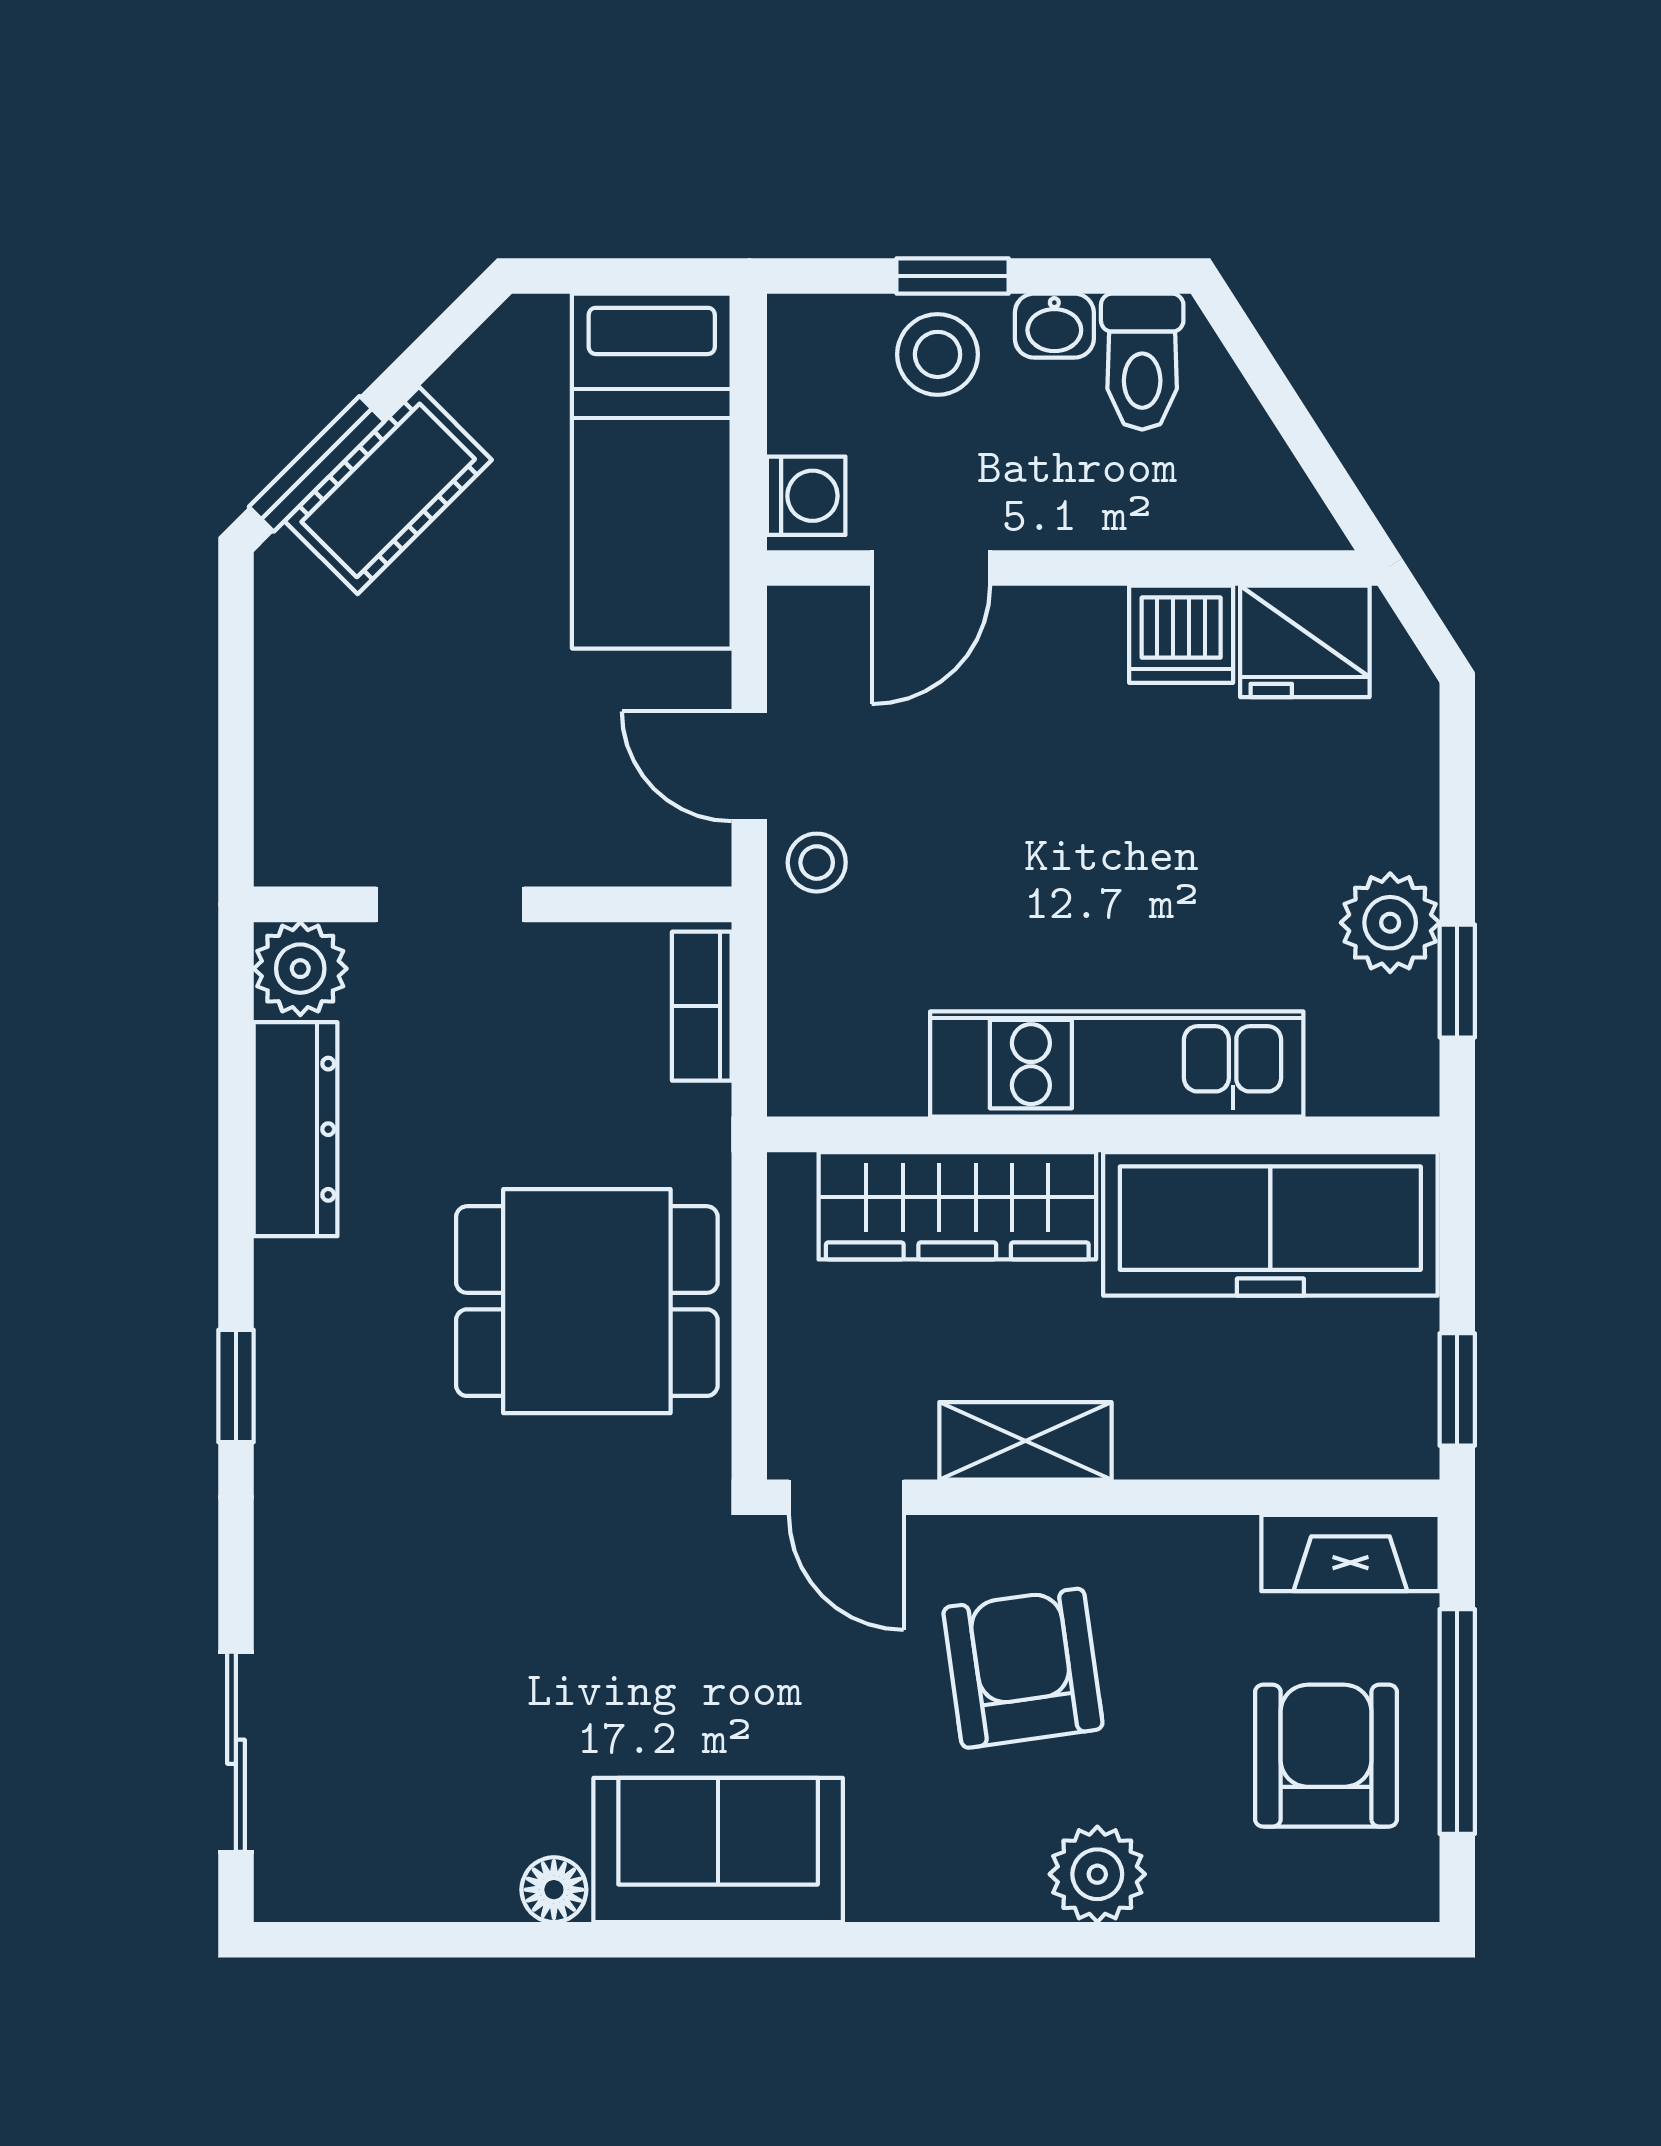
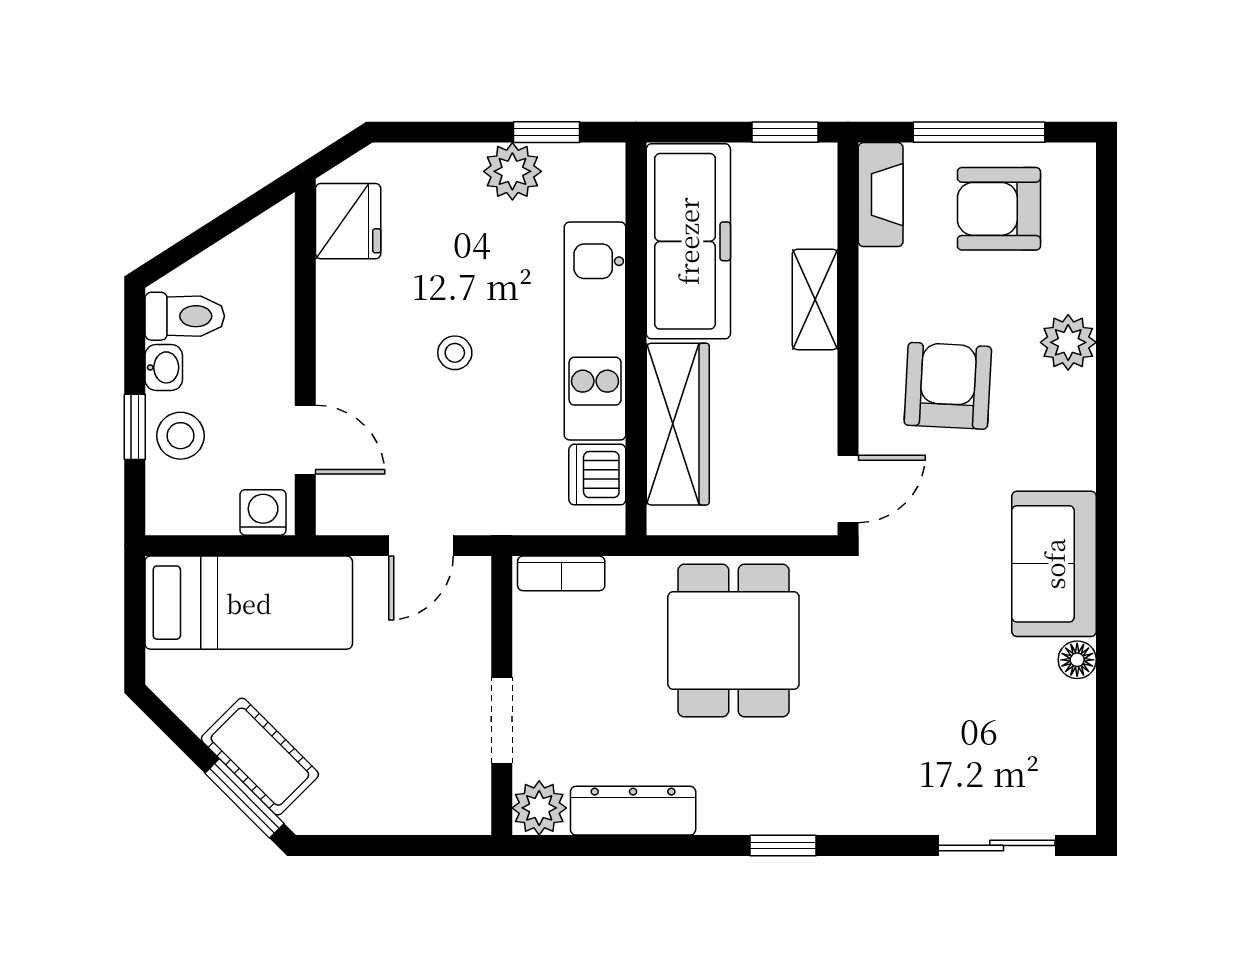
dishwasher: (1181, 634) -> (597, 475), moved, turned 180
stool: (817, 863) -> (455, 353), moved
shelving: (1025, 1441) -> (815, 299), moved
armchair: (1023, 1668) -> (948, 386), turned 101

